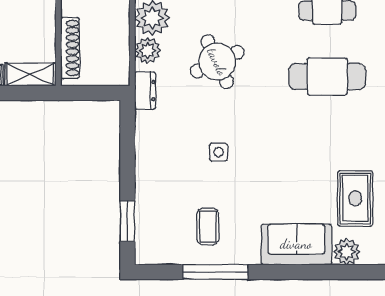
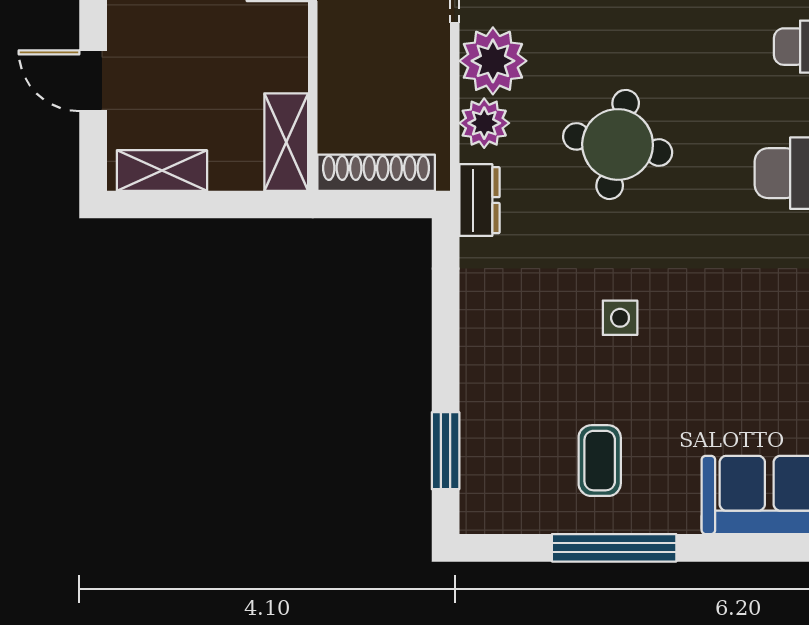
shoe rack: (70, 48) -> (376, 173), moved, turned -90
round table: (217, 62) -> (618, 144), turned 36
shelving: (30, 74) -> (286, 142), moved, turned 90

